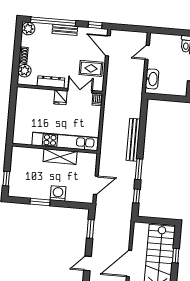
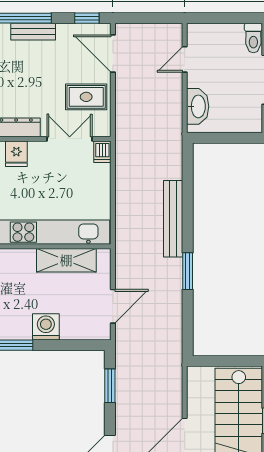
fridge: (60, 97) -> (16, 154), moved
shelving: (60, 157) -> (66, 260), moved
window: (136, 196) -> (188, 319), removed

